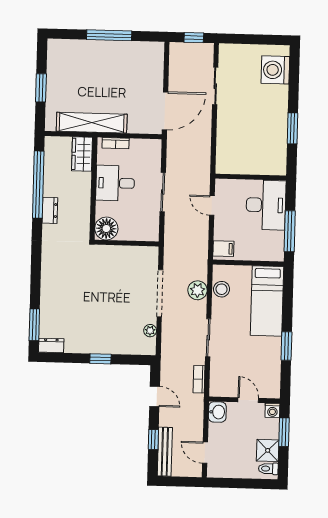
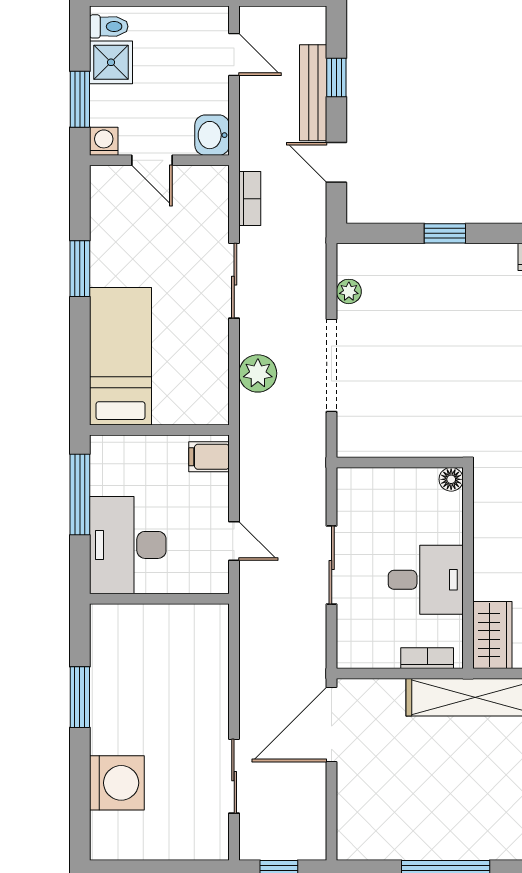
washing machine: (275, 70) -> (117, 783), moved
floor lamp: (106, 228) -> (451, 479), width x0.53, depth x0.53
stool: (222, 289) -> (211, 377), removed
bench: (165, 452) -> (313, 93), moved

